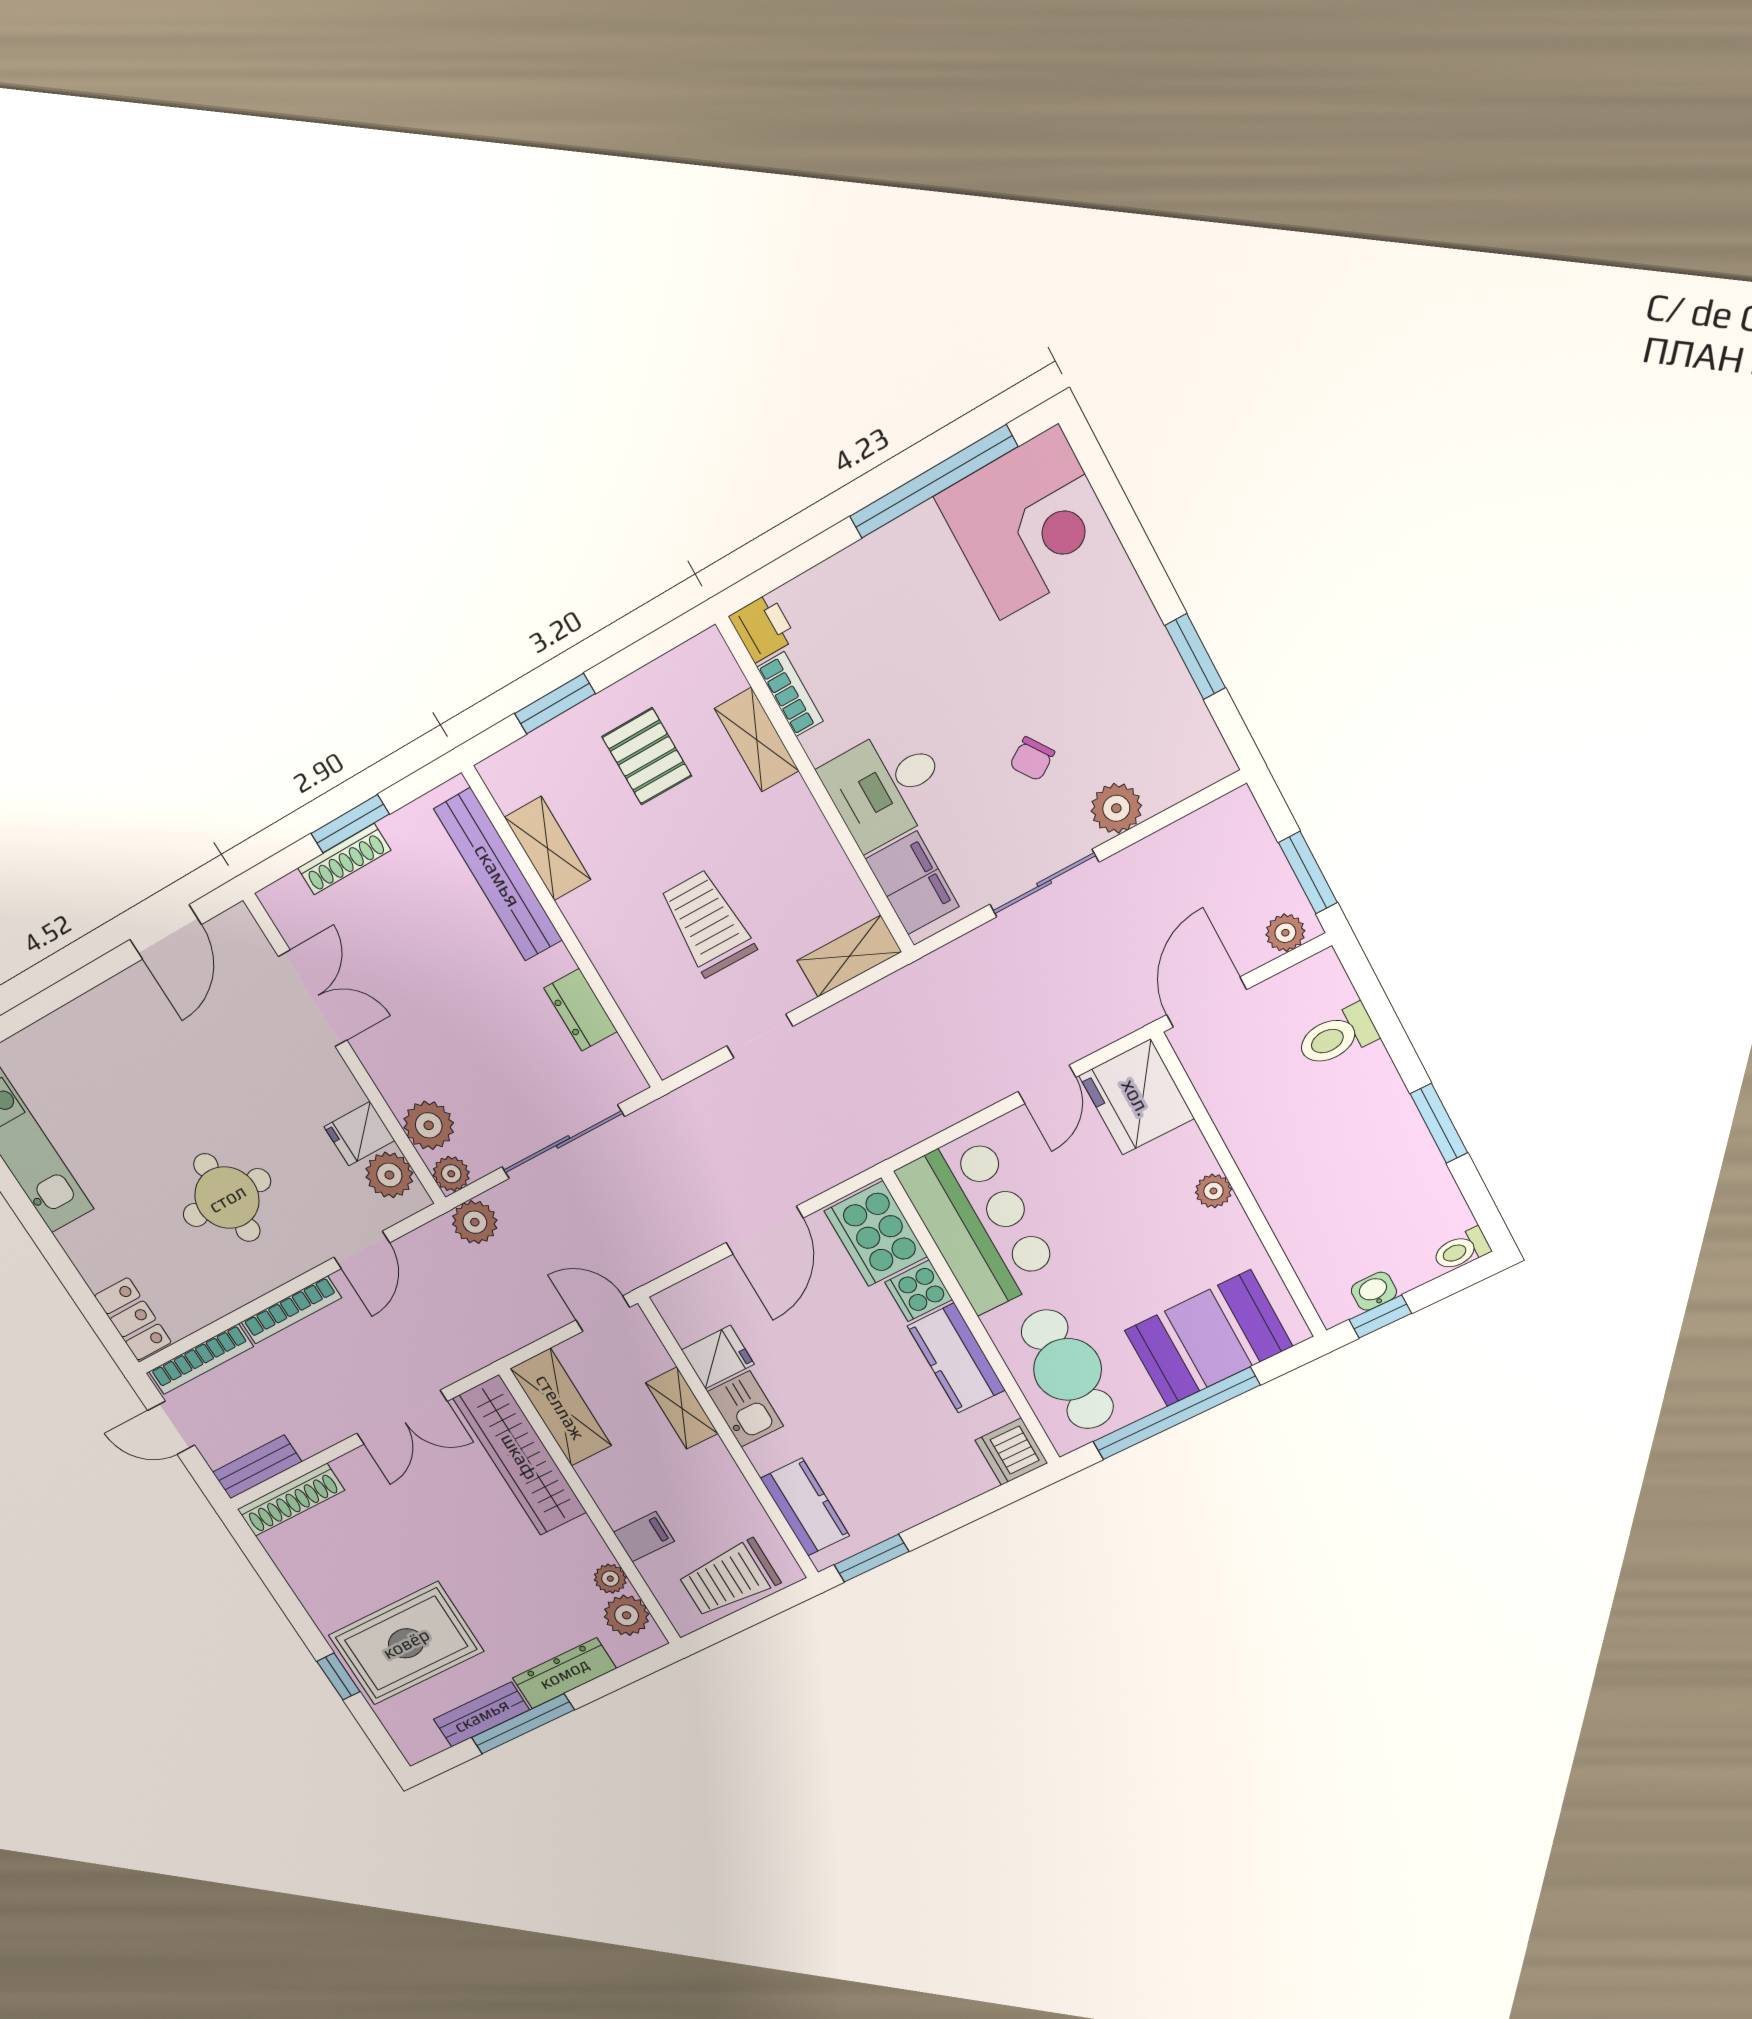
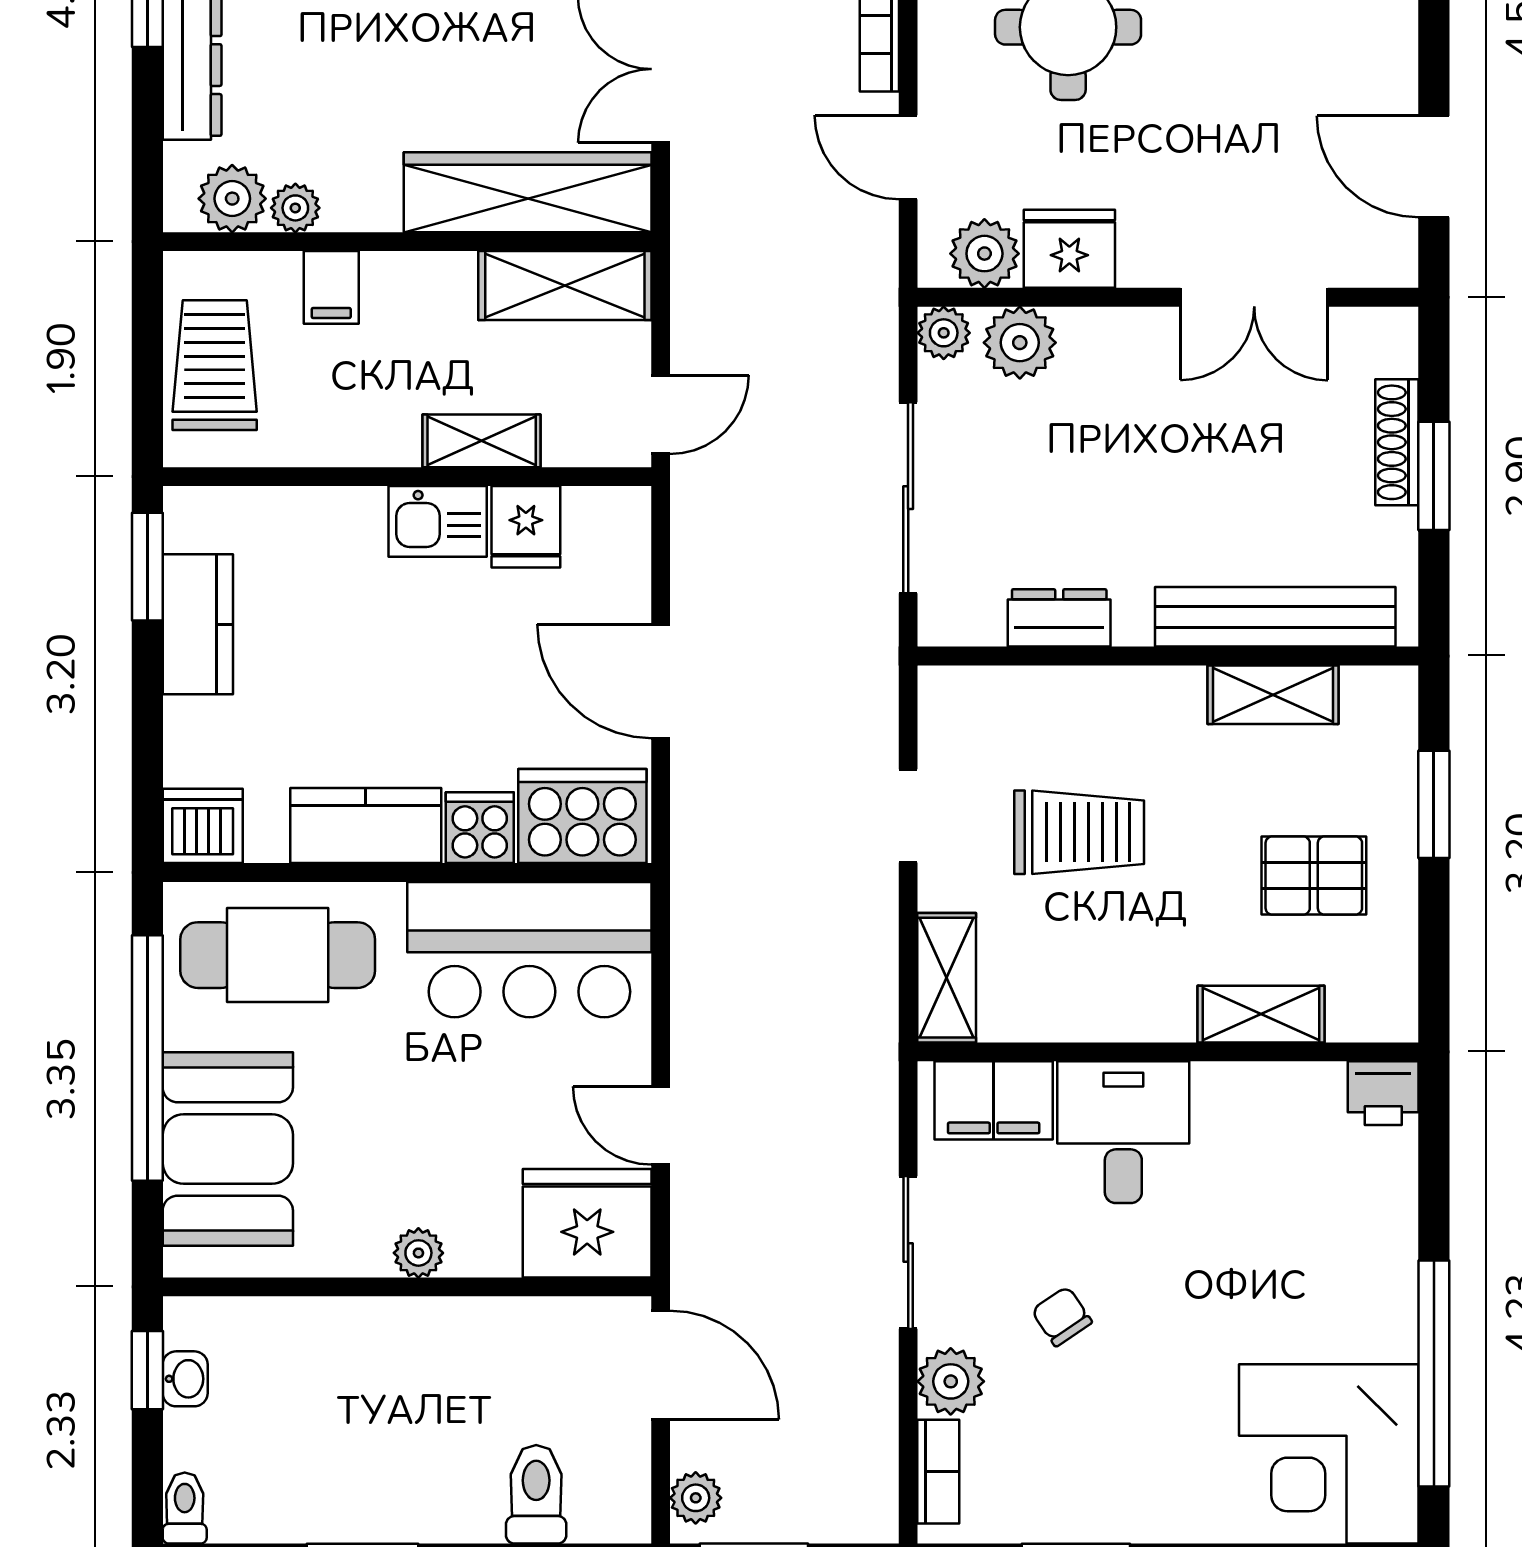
bookcase: (790, 694) -> (938, 1472), moved, turned -90
fridge: (359, 1134) -> (1069, 249), width x1.38
plant: (475, 1222) -> (866, 324), removed
kitchen counter: (805, 1507) -> (198, 624), moved, turned -90

